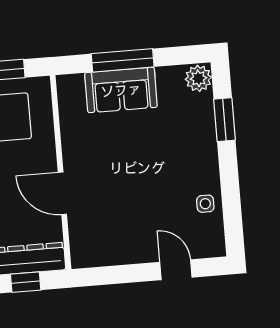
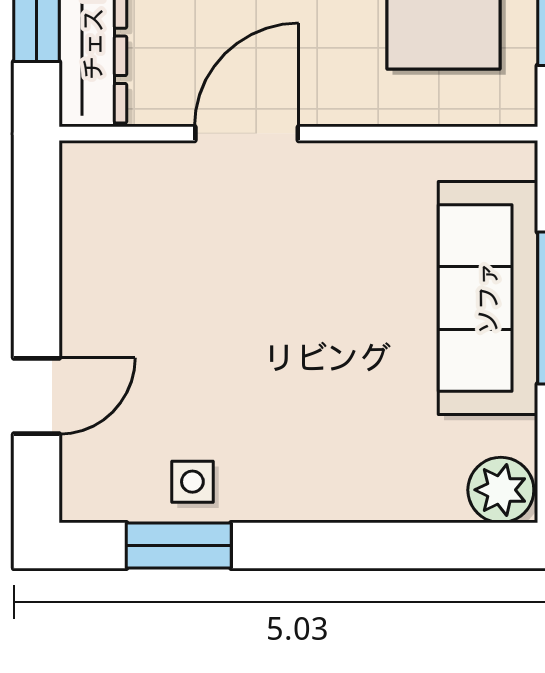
sofa: (121, 90) -> (488, 298), width x1.36
window: (224, 120) -> (179, 545), moved

